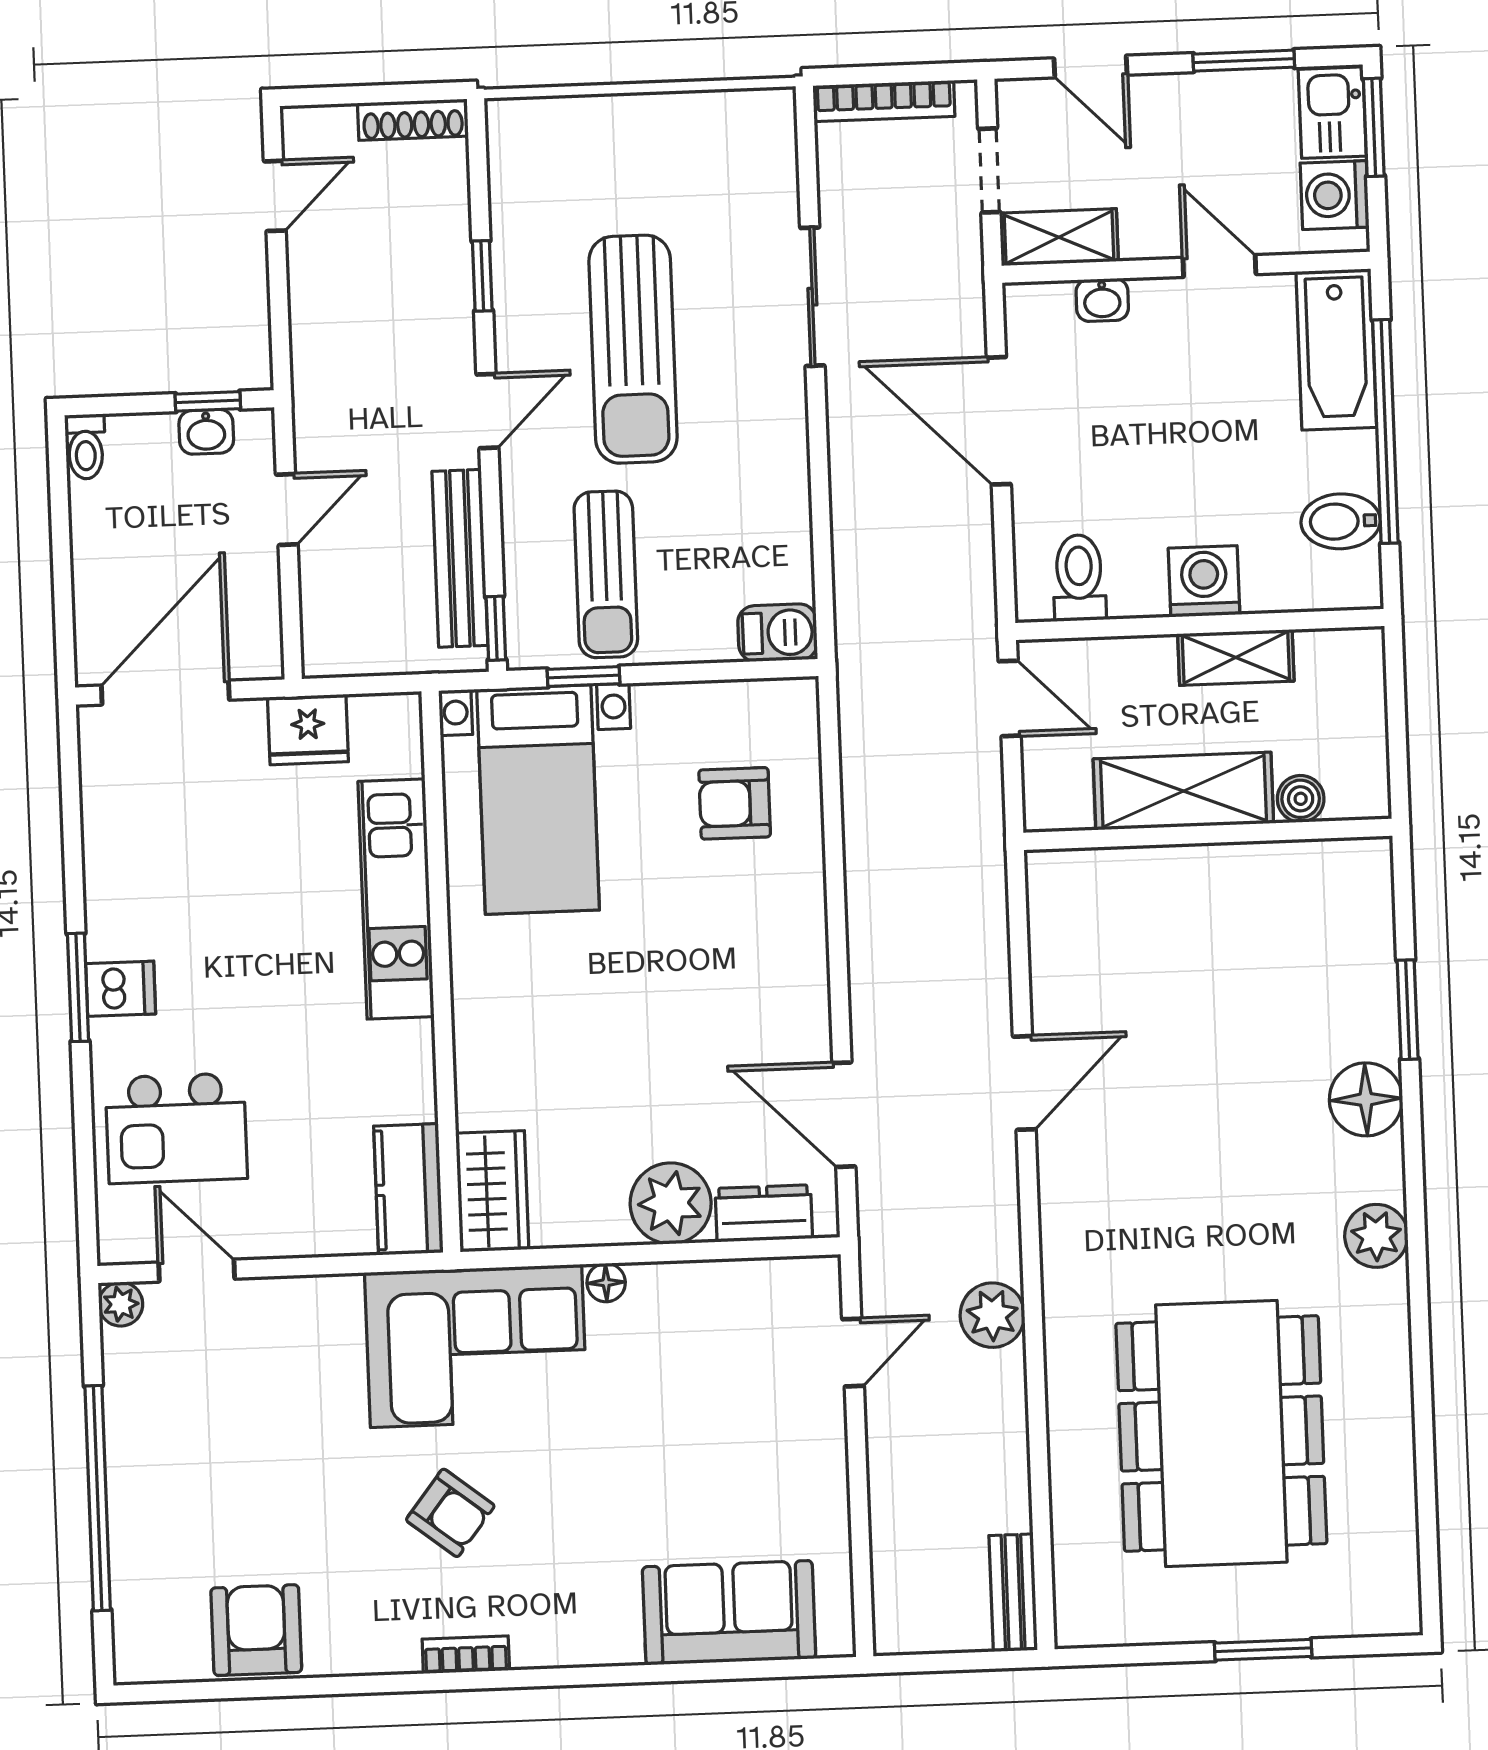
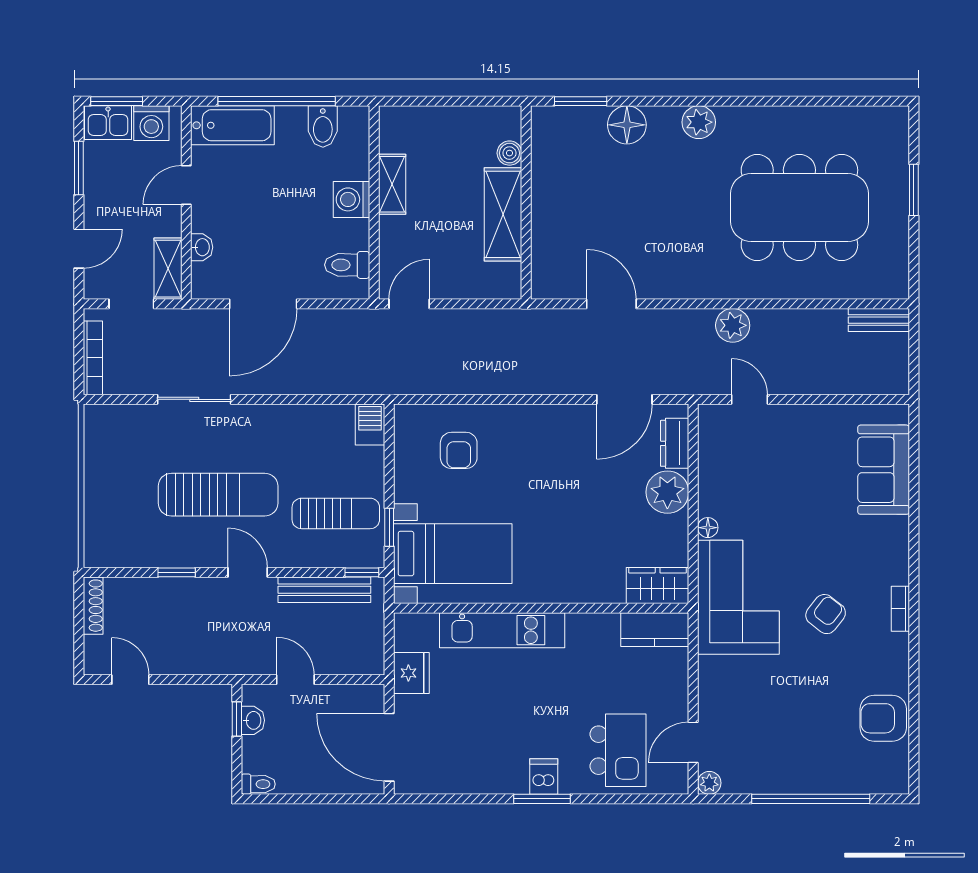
shelving: (1183, 791) -> (503, 214), moved
boiler: (1301, 799) -> (509, 153), moved
wall: (1208, 834) -> (526, 203), moved

